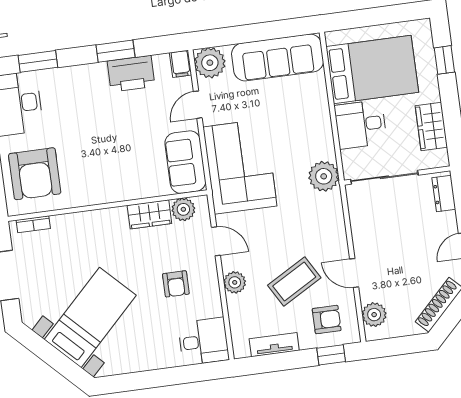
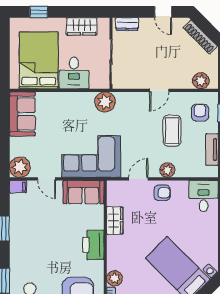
sofa: (278, 57) -> (22, 114), width x0.73
printer: (131, 74) -> (93, 245), moved, turned 180
plant: (183, 209) -> (114, 278), moved
door: (354, 273) -> (159, 90), moved
coffee table: (294, 281) -> (172, 131), turned 30
armchair: (176, 284) -> (162, 193), moved

